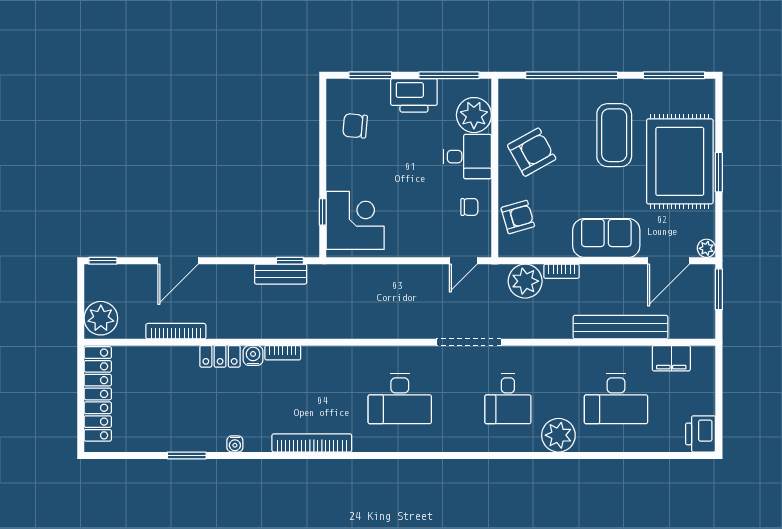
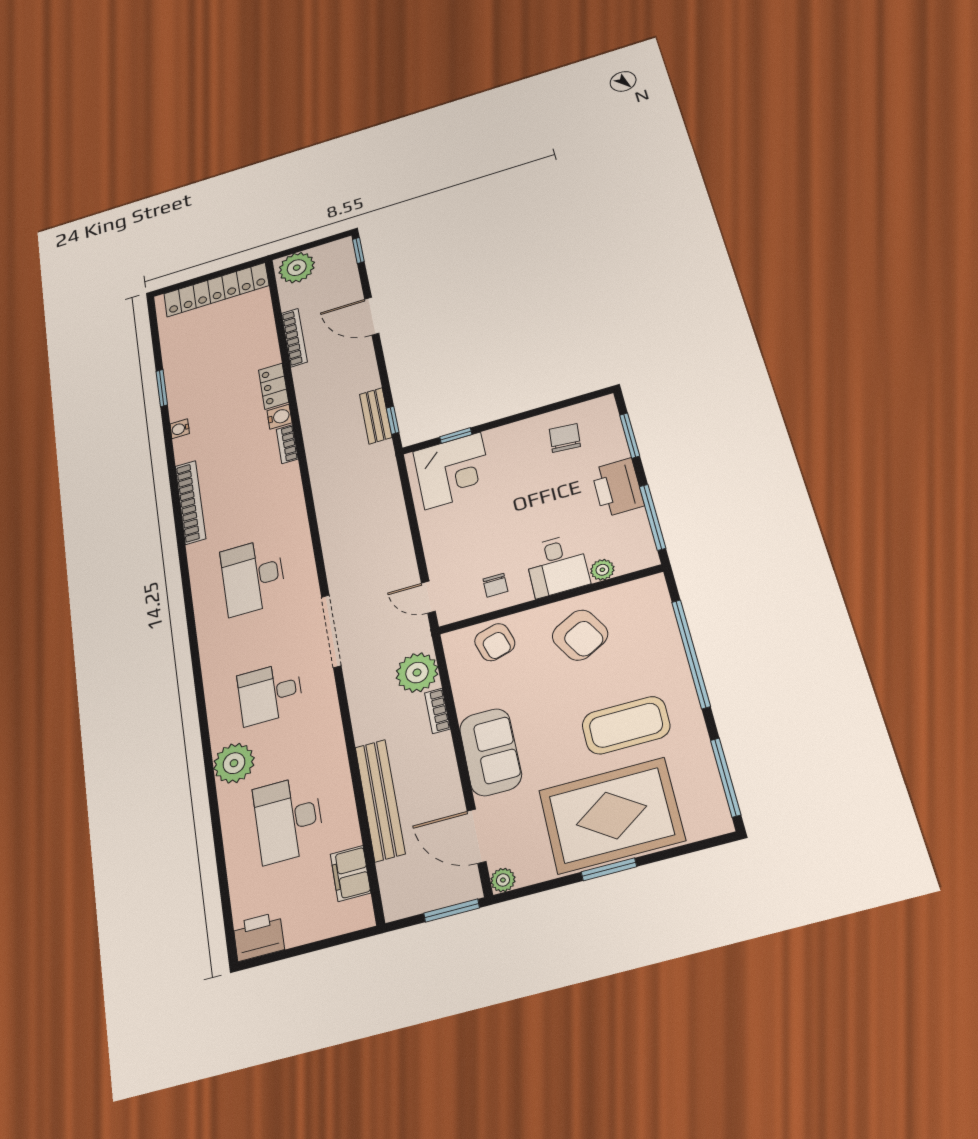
plant: (474, 115) -> (602, 570), width x0.53, depth x0.53

